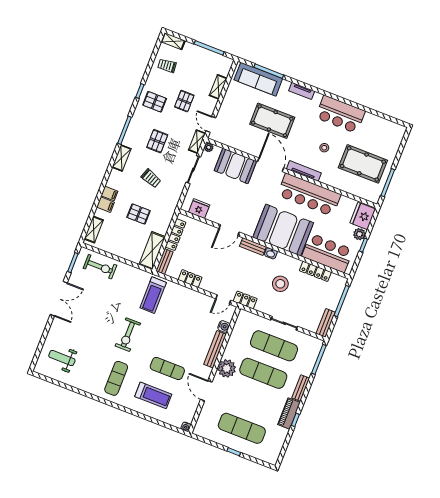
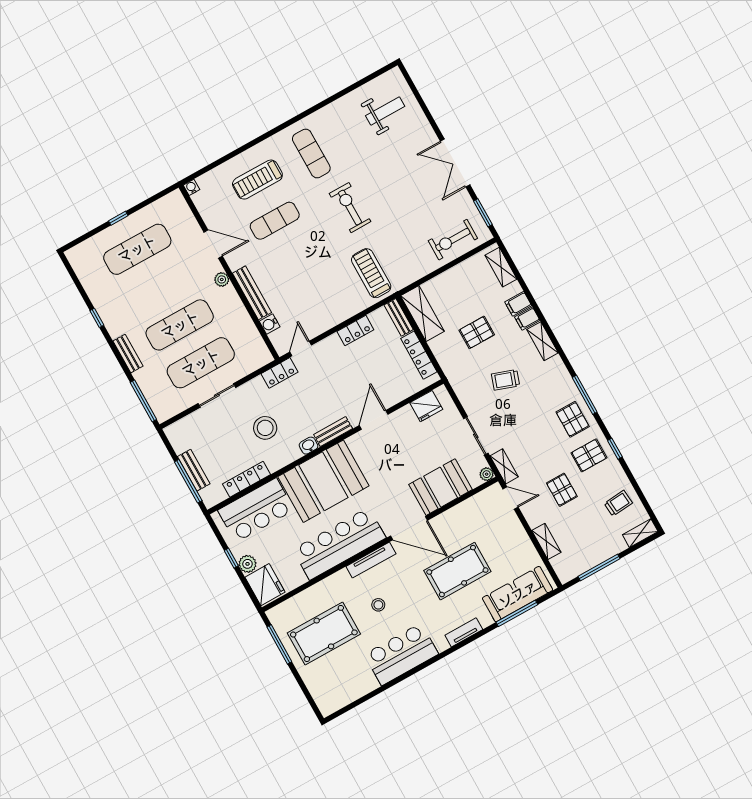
pallet: (157, 141) -> (573, 419), moved
shelving: (122, 158) -> (542, 341), moved
bench: (326, 323) -> (194, 470), moved
plant: (227, 368) -> (222, 279), width x0.53, depth x0.53
piano: (289, 414) -> (110, 316), removed

